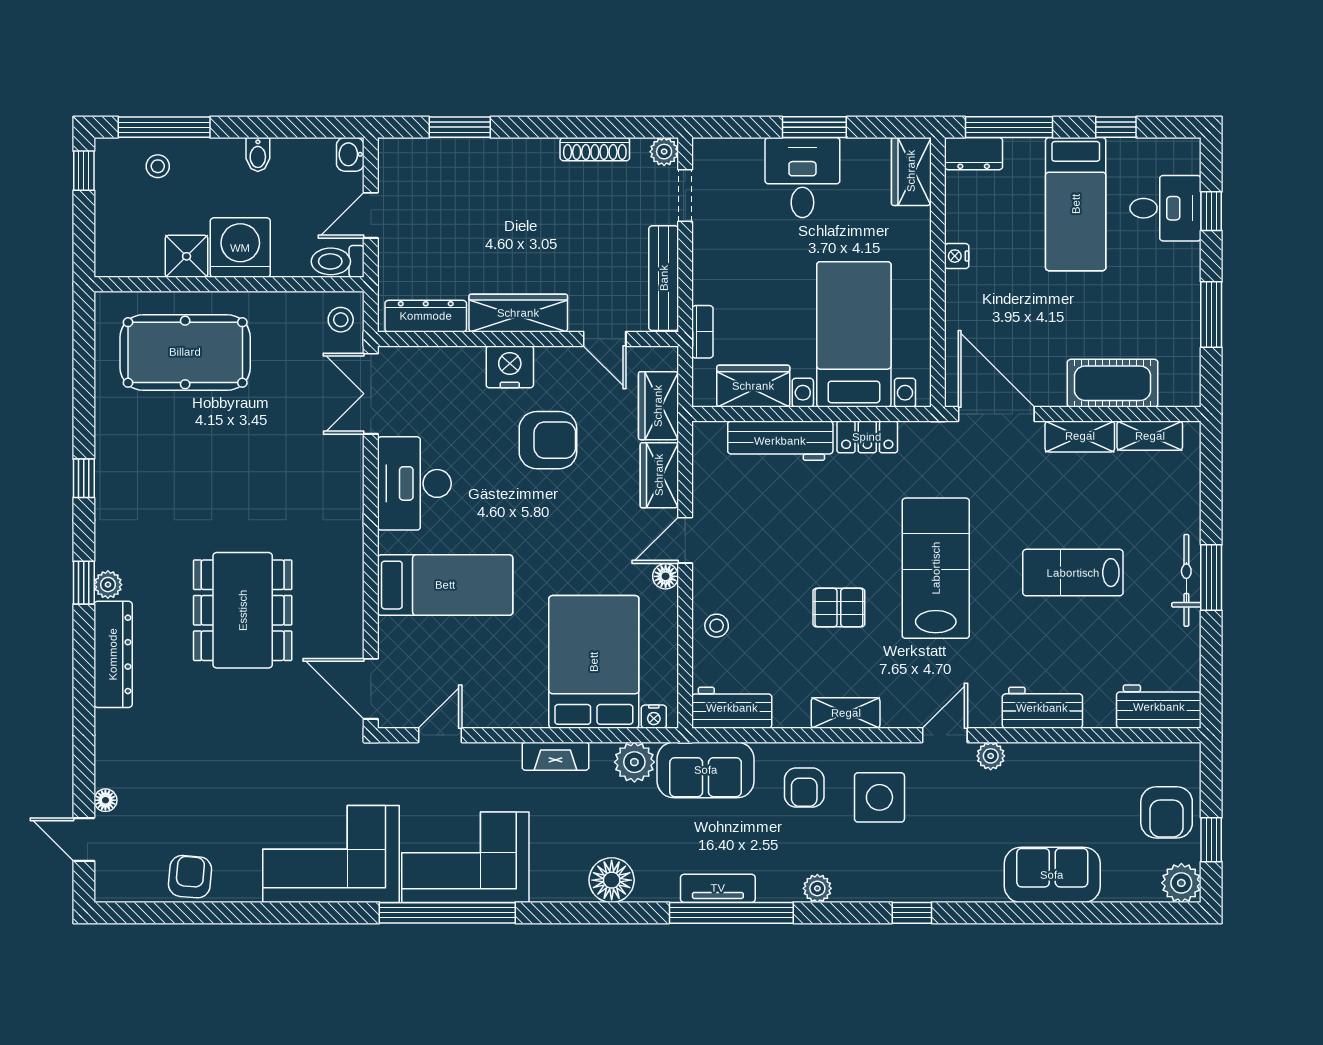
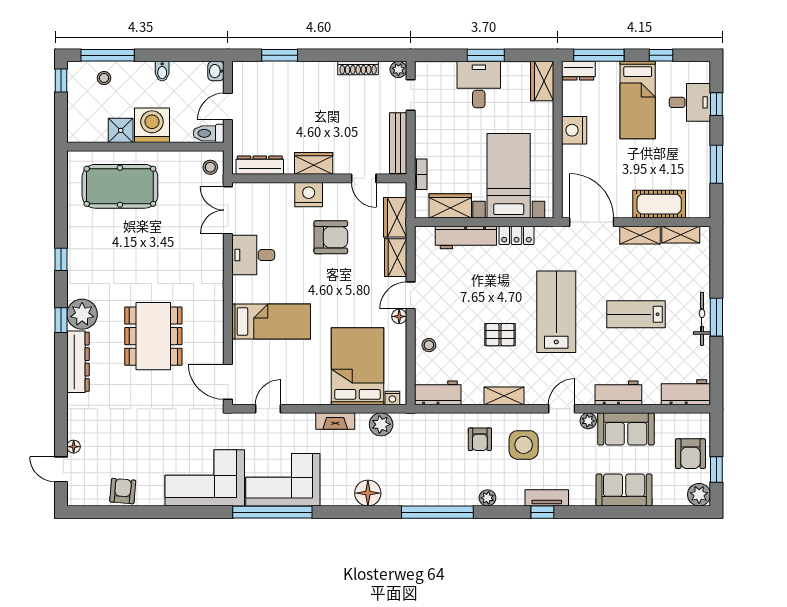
nightstand: (957, 256) -> (574, 130), width x1.89, depth x1.79
wardrobe: (518, 313) -> (314, 163), width x0.67
desk: (414, 483) -> (253, 255), width x0.73
plant: (108, 585) -> (82, 314), width x1.87, depth x1.87
sofa: (706, 770) -> (626, 429), moved
tv unit: (718, 888) -> (547, 498), moved

